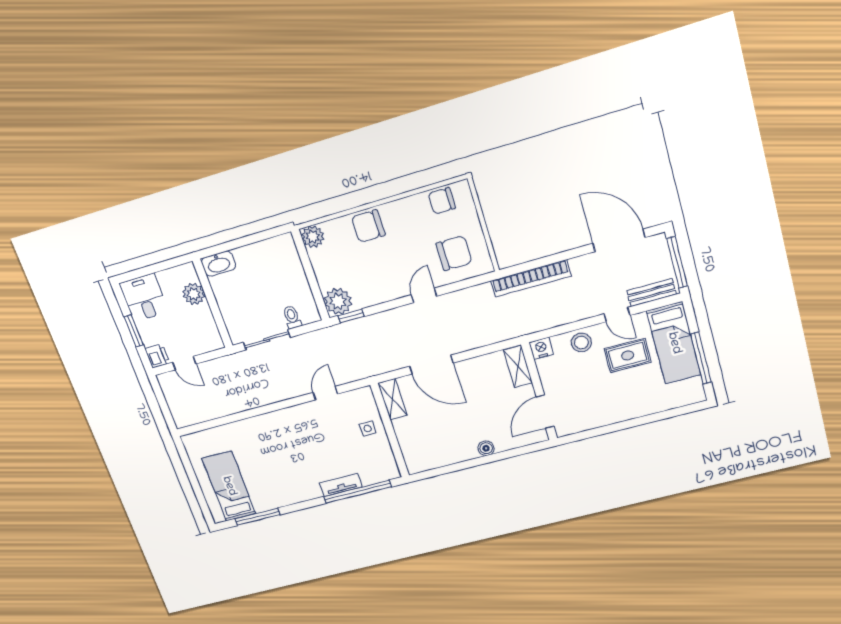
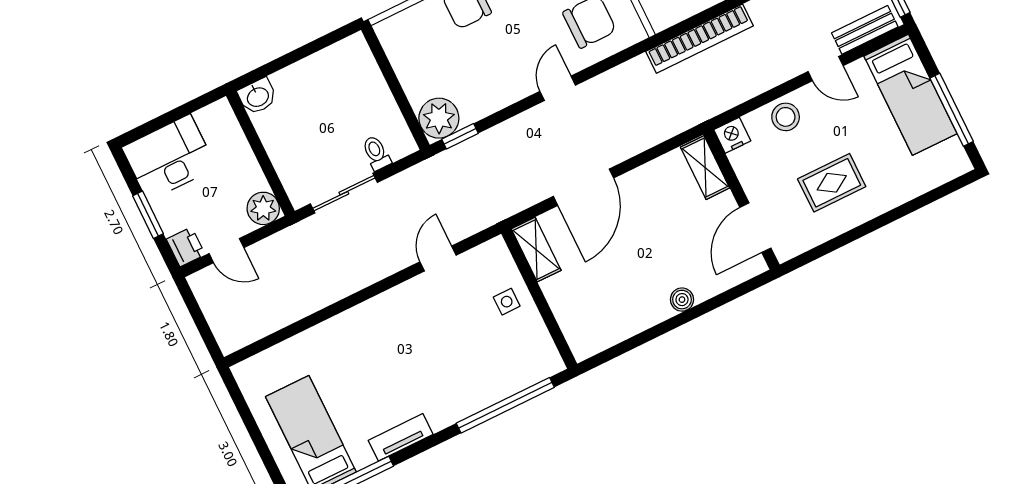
plant: (313, 237) -> (392, 32), removed
washbasin: (218, 264) -> (258, 96), width x0.72
plant: (194, 294) -> (263, 208), moved
desk: (144, 298) -> (169, 158), width x1.37
rug: (628, 355) -> (832, 183), moved
door: (431, 365) -> (583, 187), hinge flipped
tv unit: (341, 485) -> (401, 437), moved

